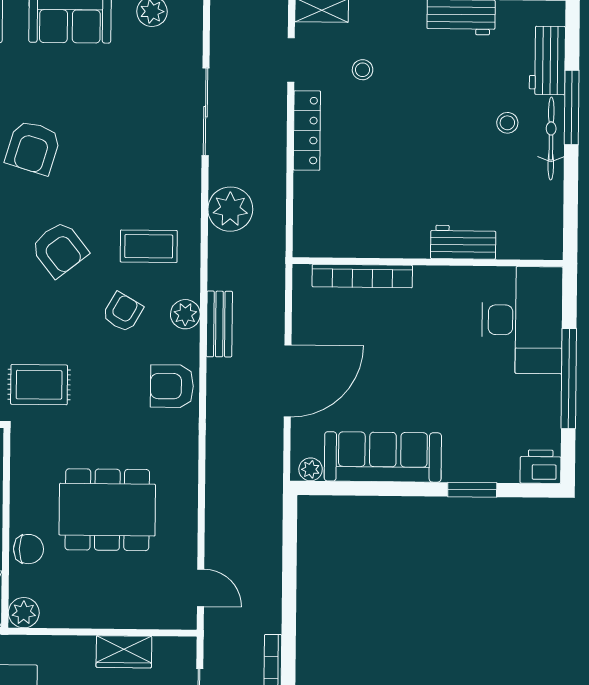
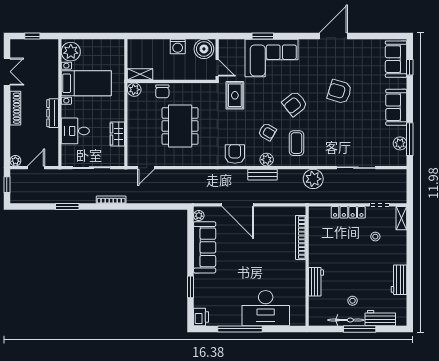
workbench: (463, 242) -> (316, 282), moved
wall: (428, 262) -> (307, 266), moved
bookcase: (362, 276) -> (301, 237), moved

